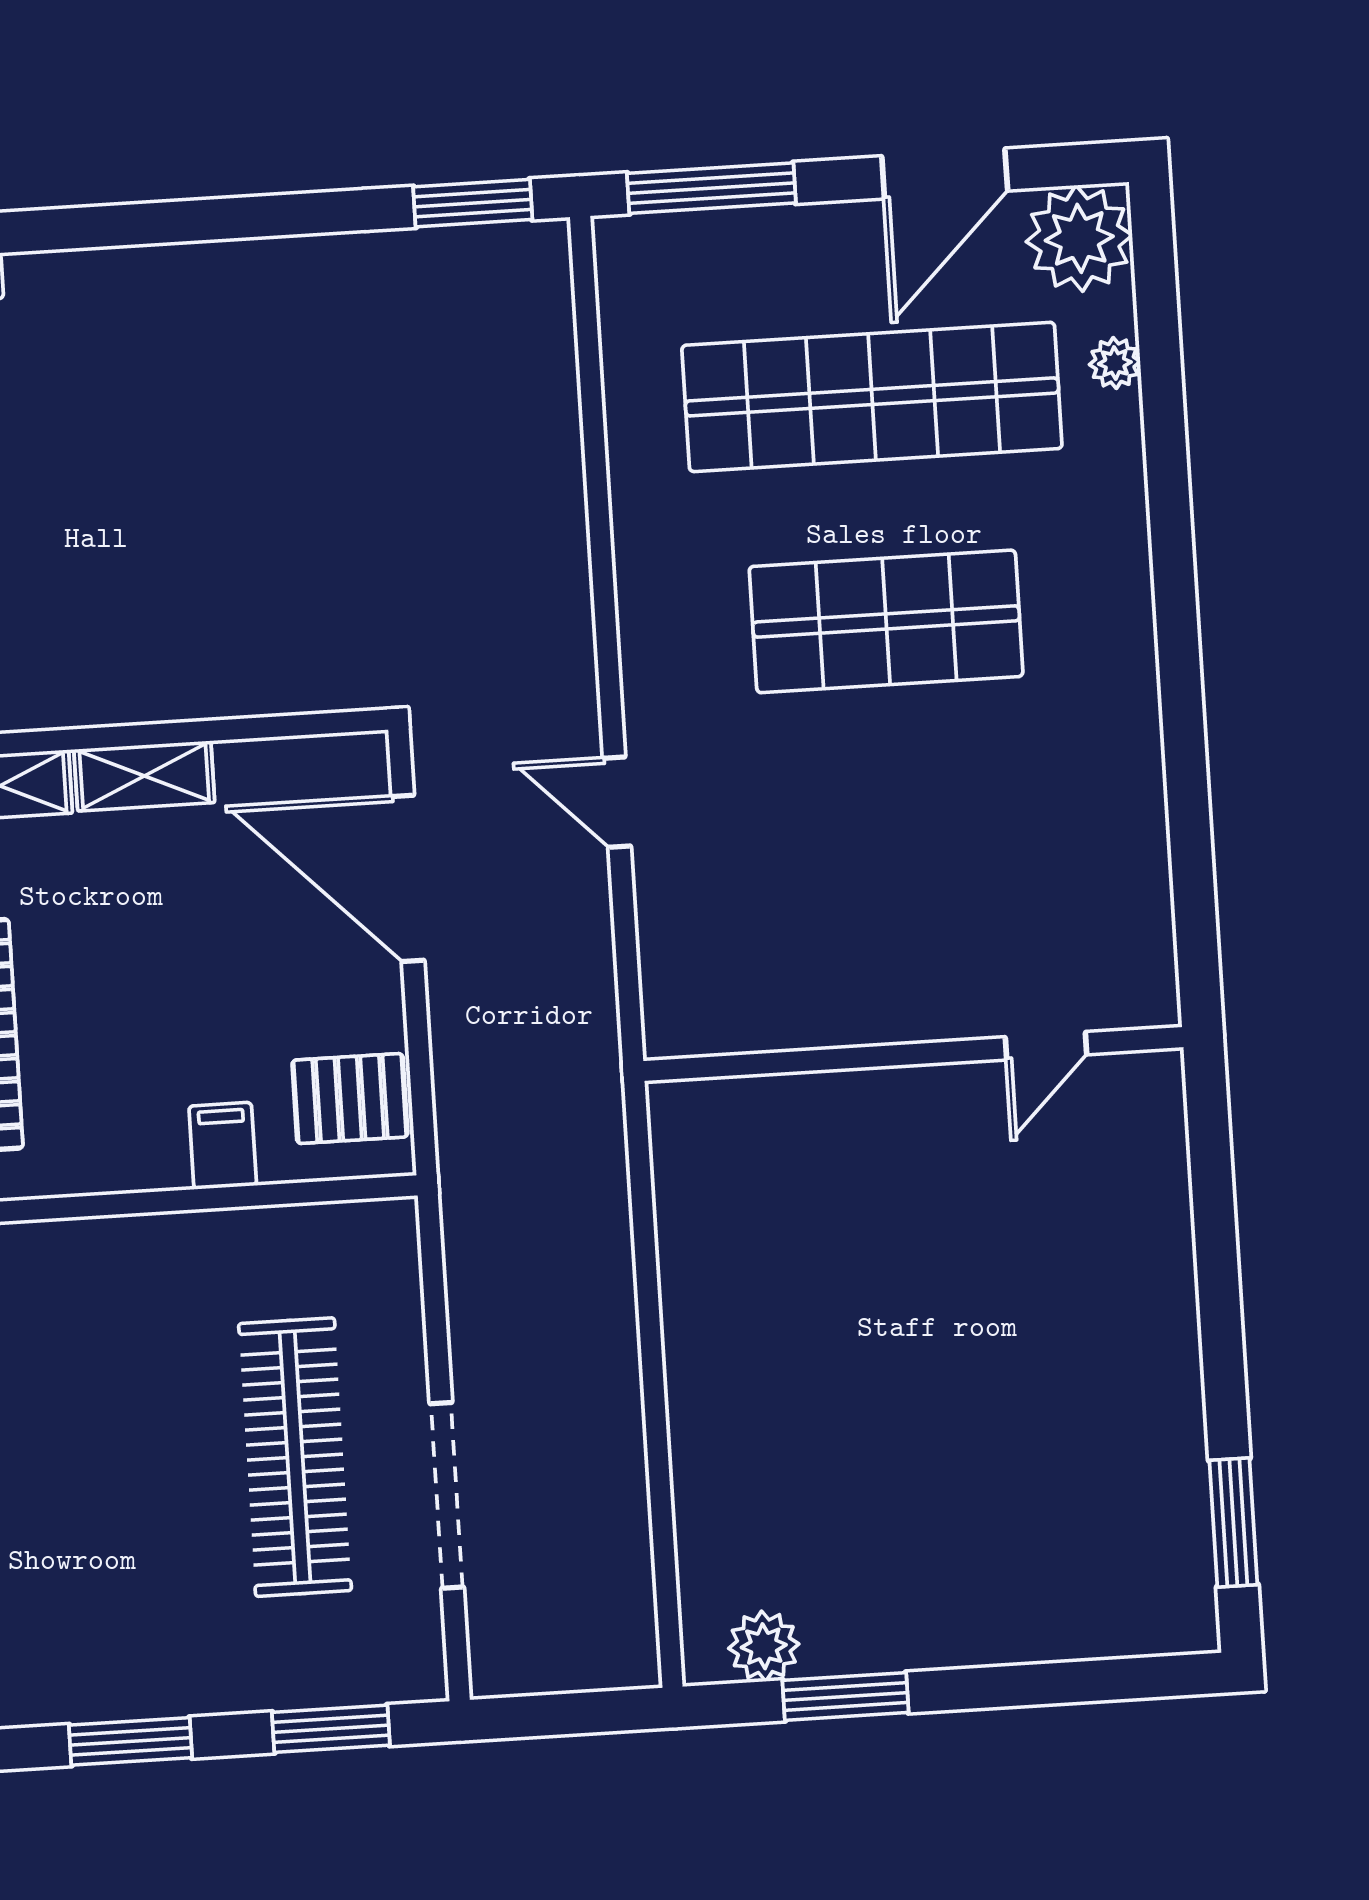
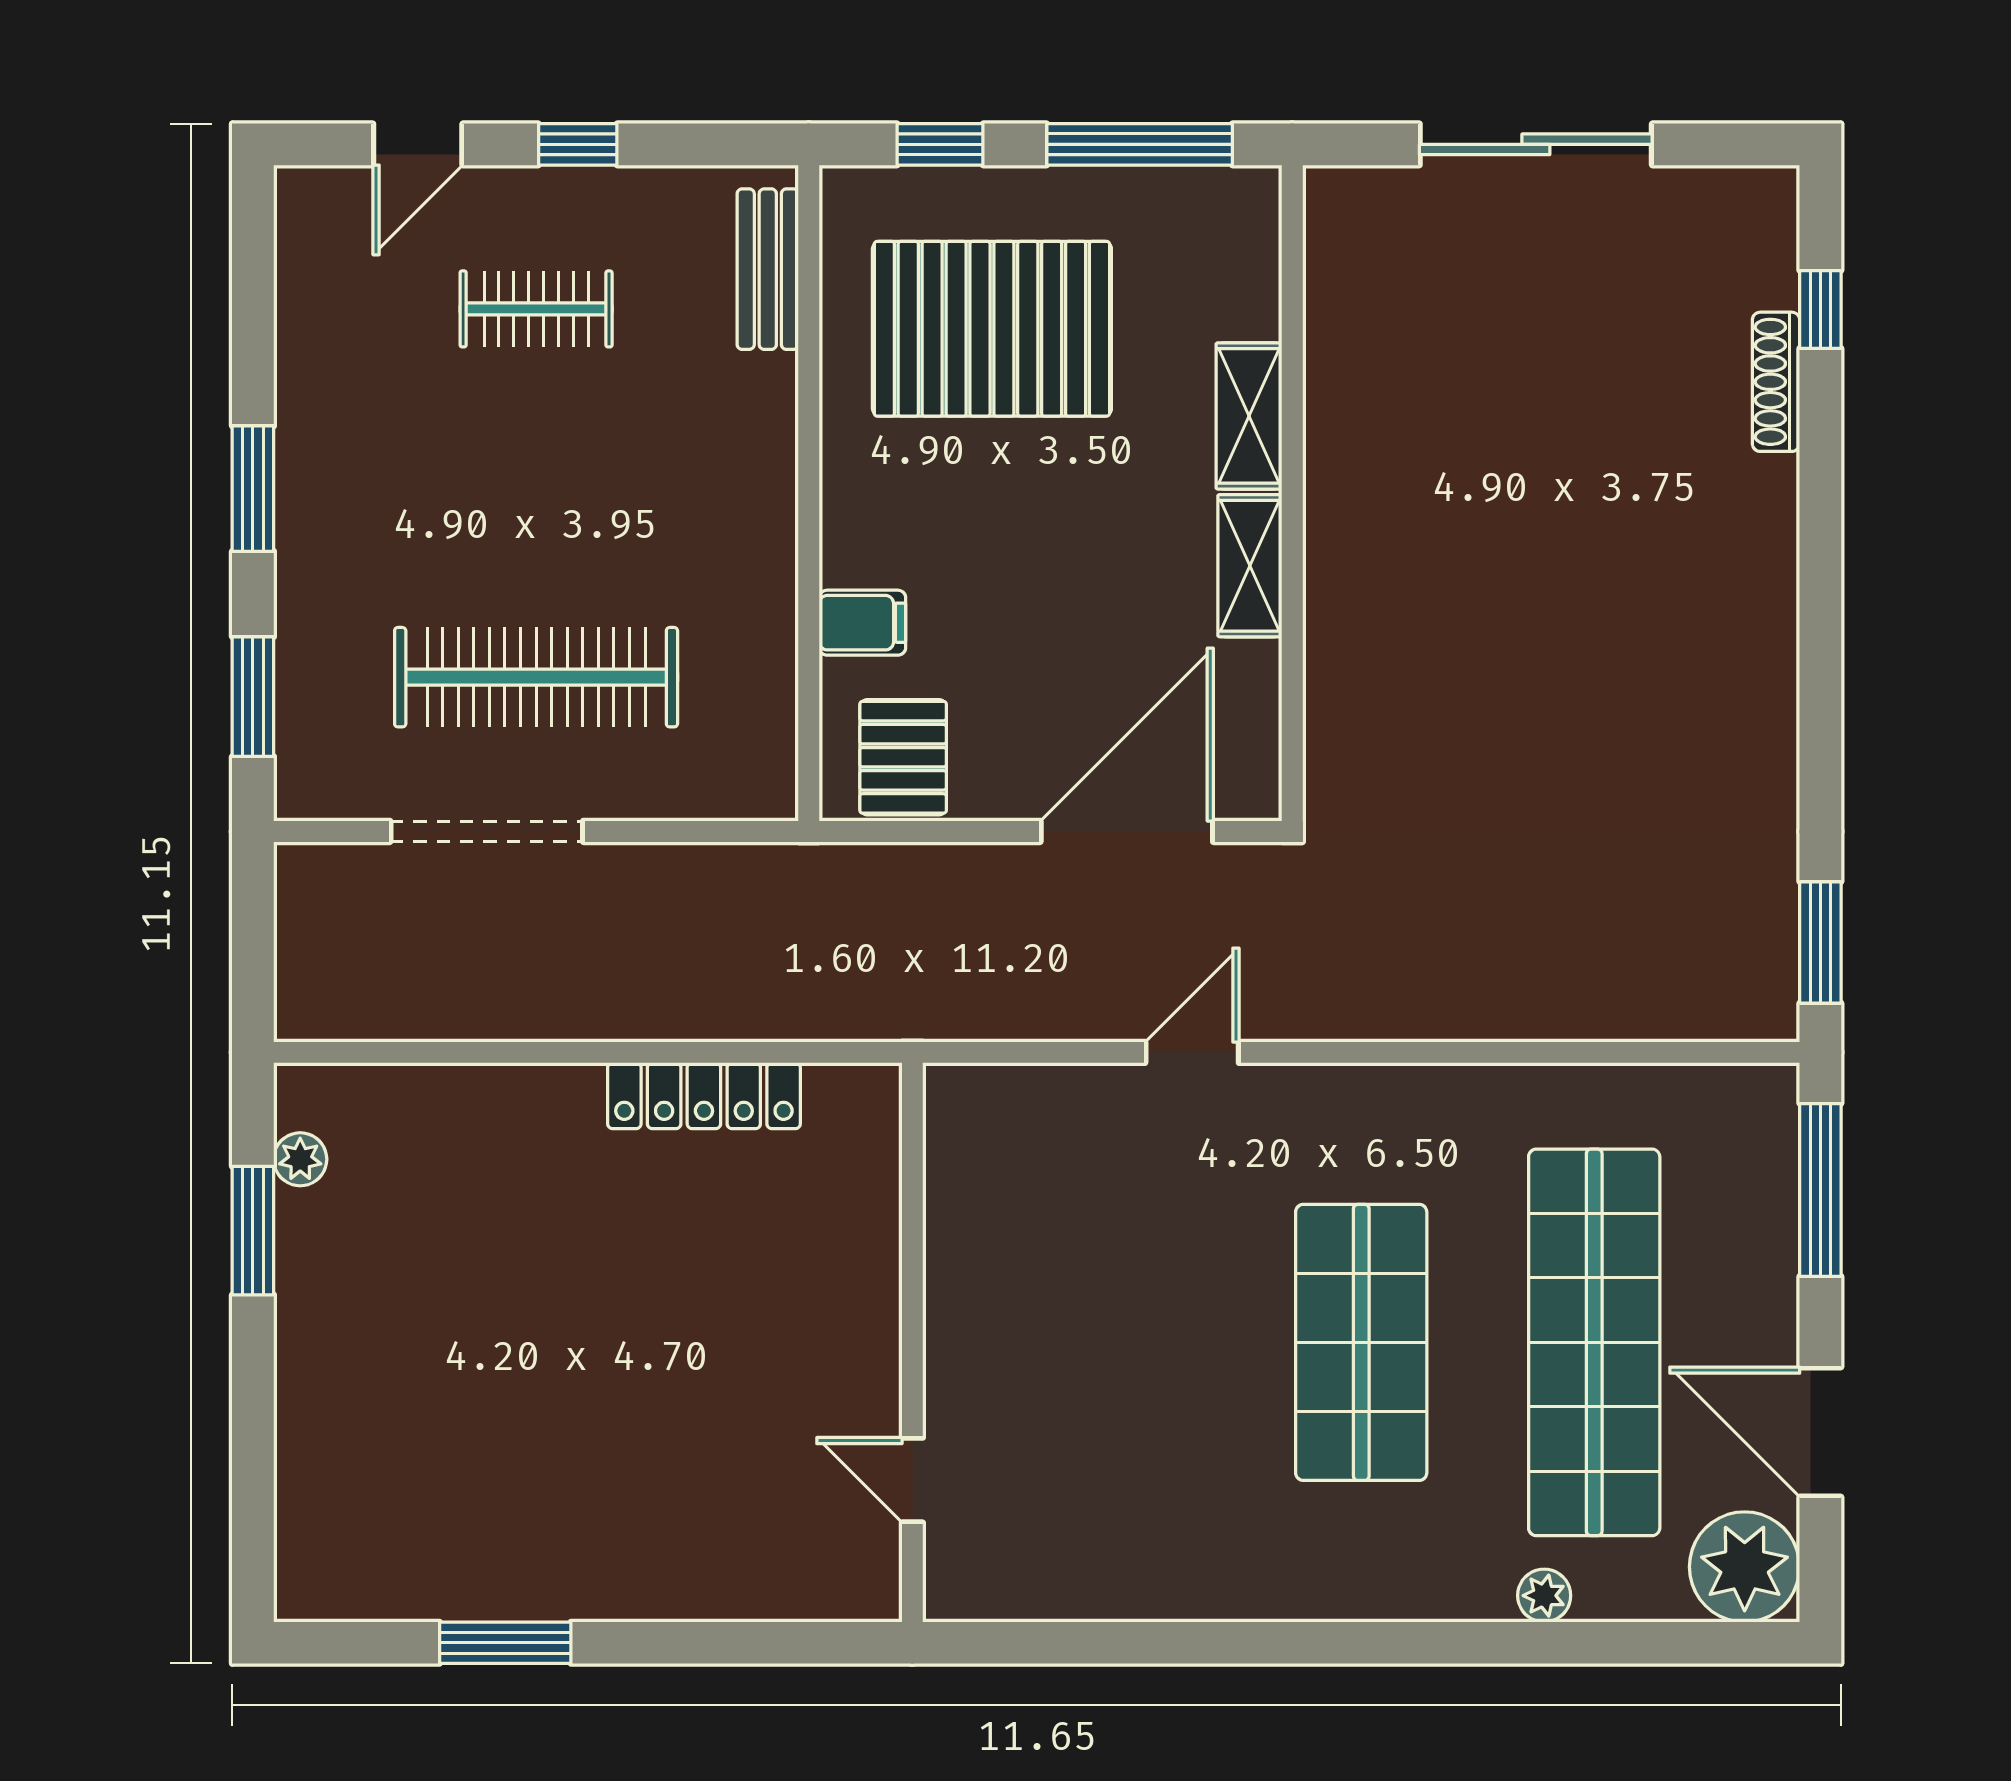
plant: (1115, 363) -> (1544, 1596), moved
locker: (688, 1270) -> (704, 1096), added
window: (1233, 1522) -> (505, 1643), moved
plant: (764, 1646) -> (300, 1159), width x0.73, depth x0.73

